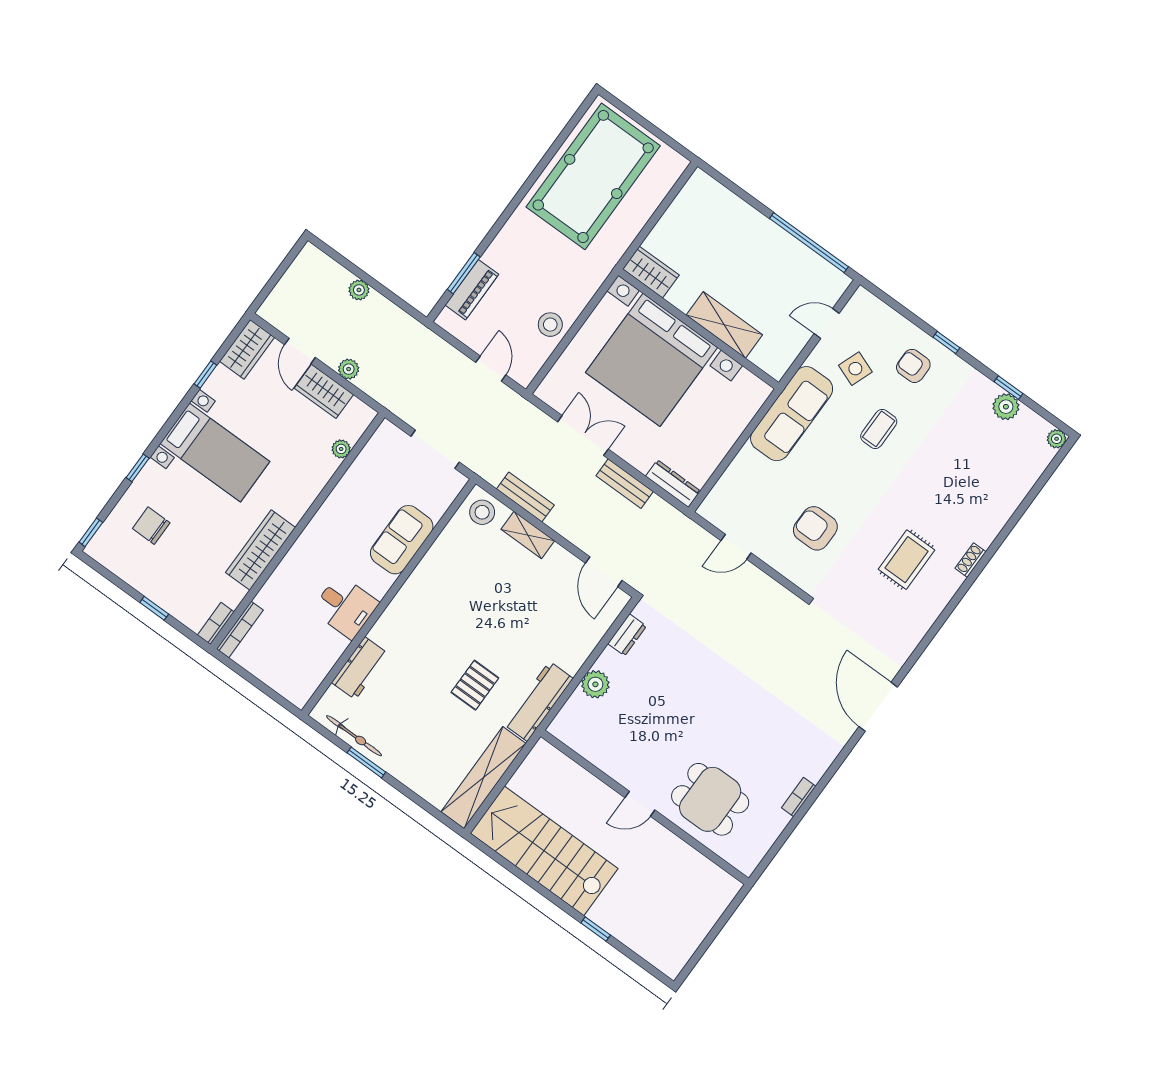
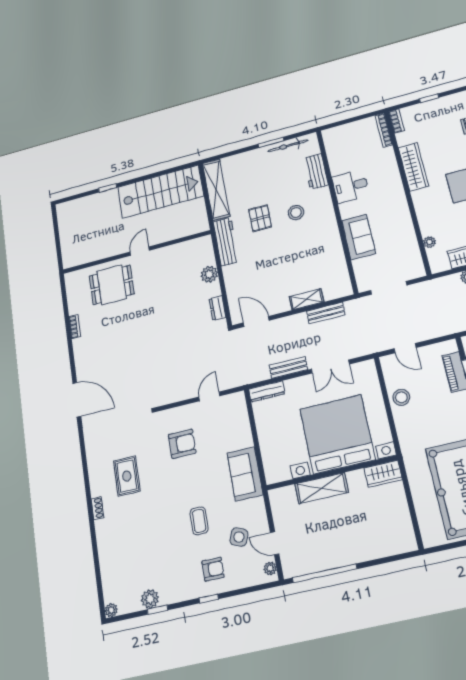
plant: (856, 305) -> (270, 568), added
door: (827, 324) -> (275, 543), swing flipped
sofa: (792, 414) -> (245, 474), width x0.73
stool: (482, 512) -> (296, 213), moved

